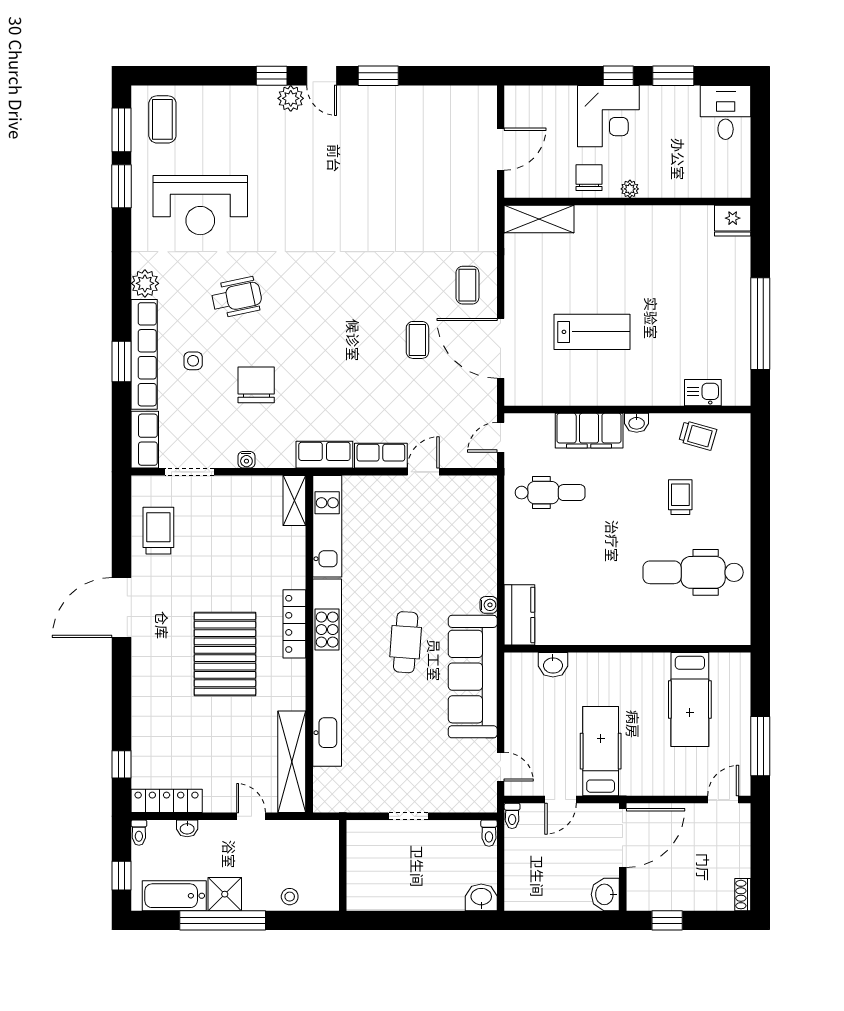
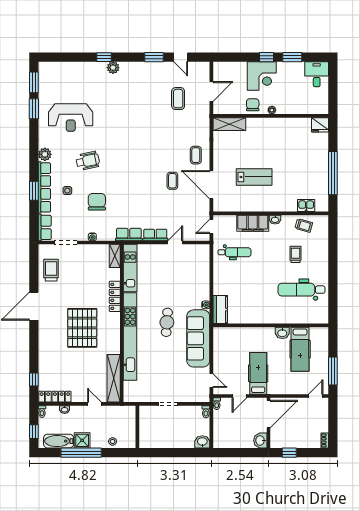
door: (322, 76) -> (181, 57), moved
coffee table: (162, 119) -> (178, 99), moved
locker: (294, 624) -> (115, 296), moved
washbasin: (553, 665) -> (282, 333), moved

